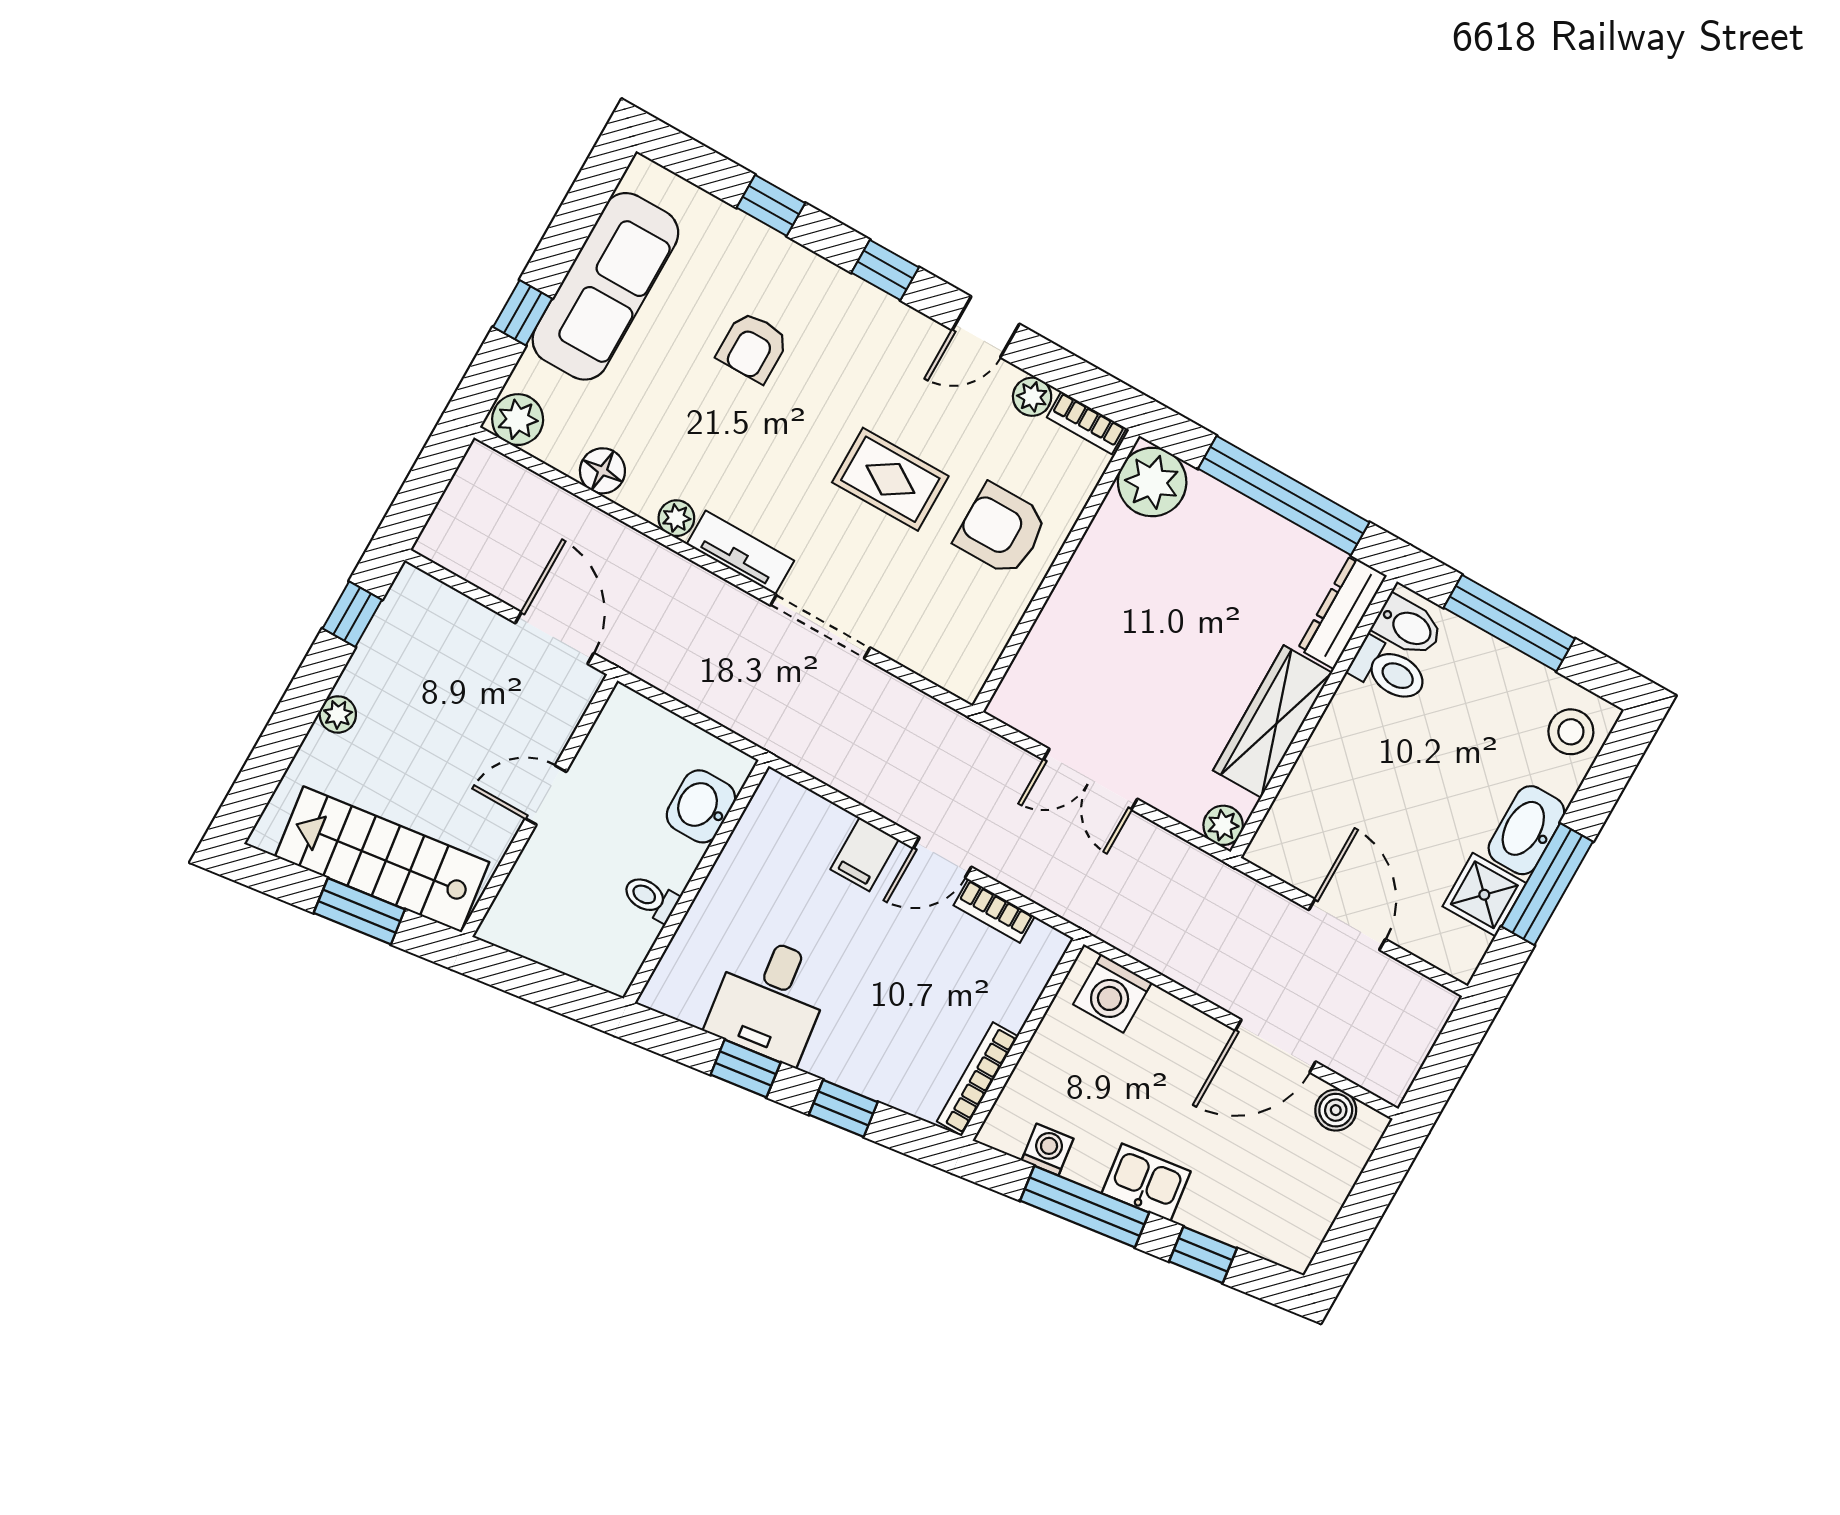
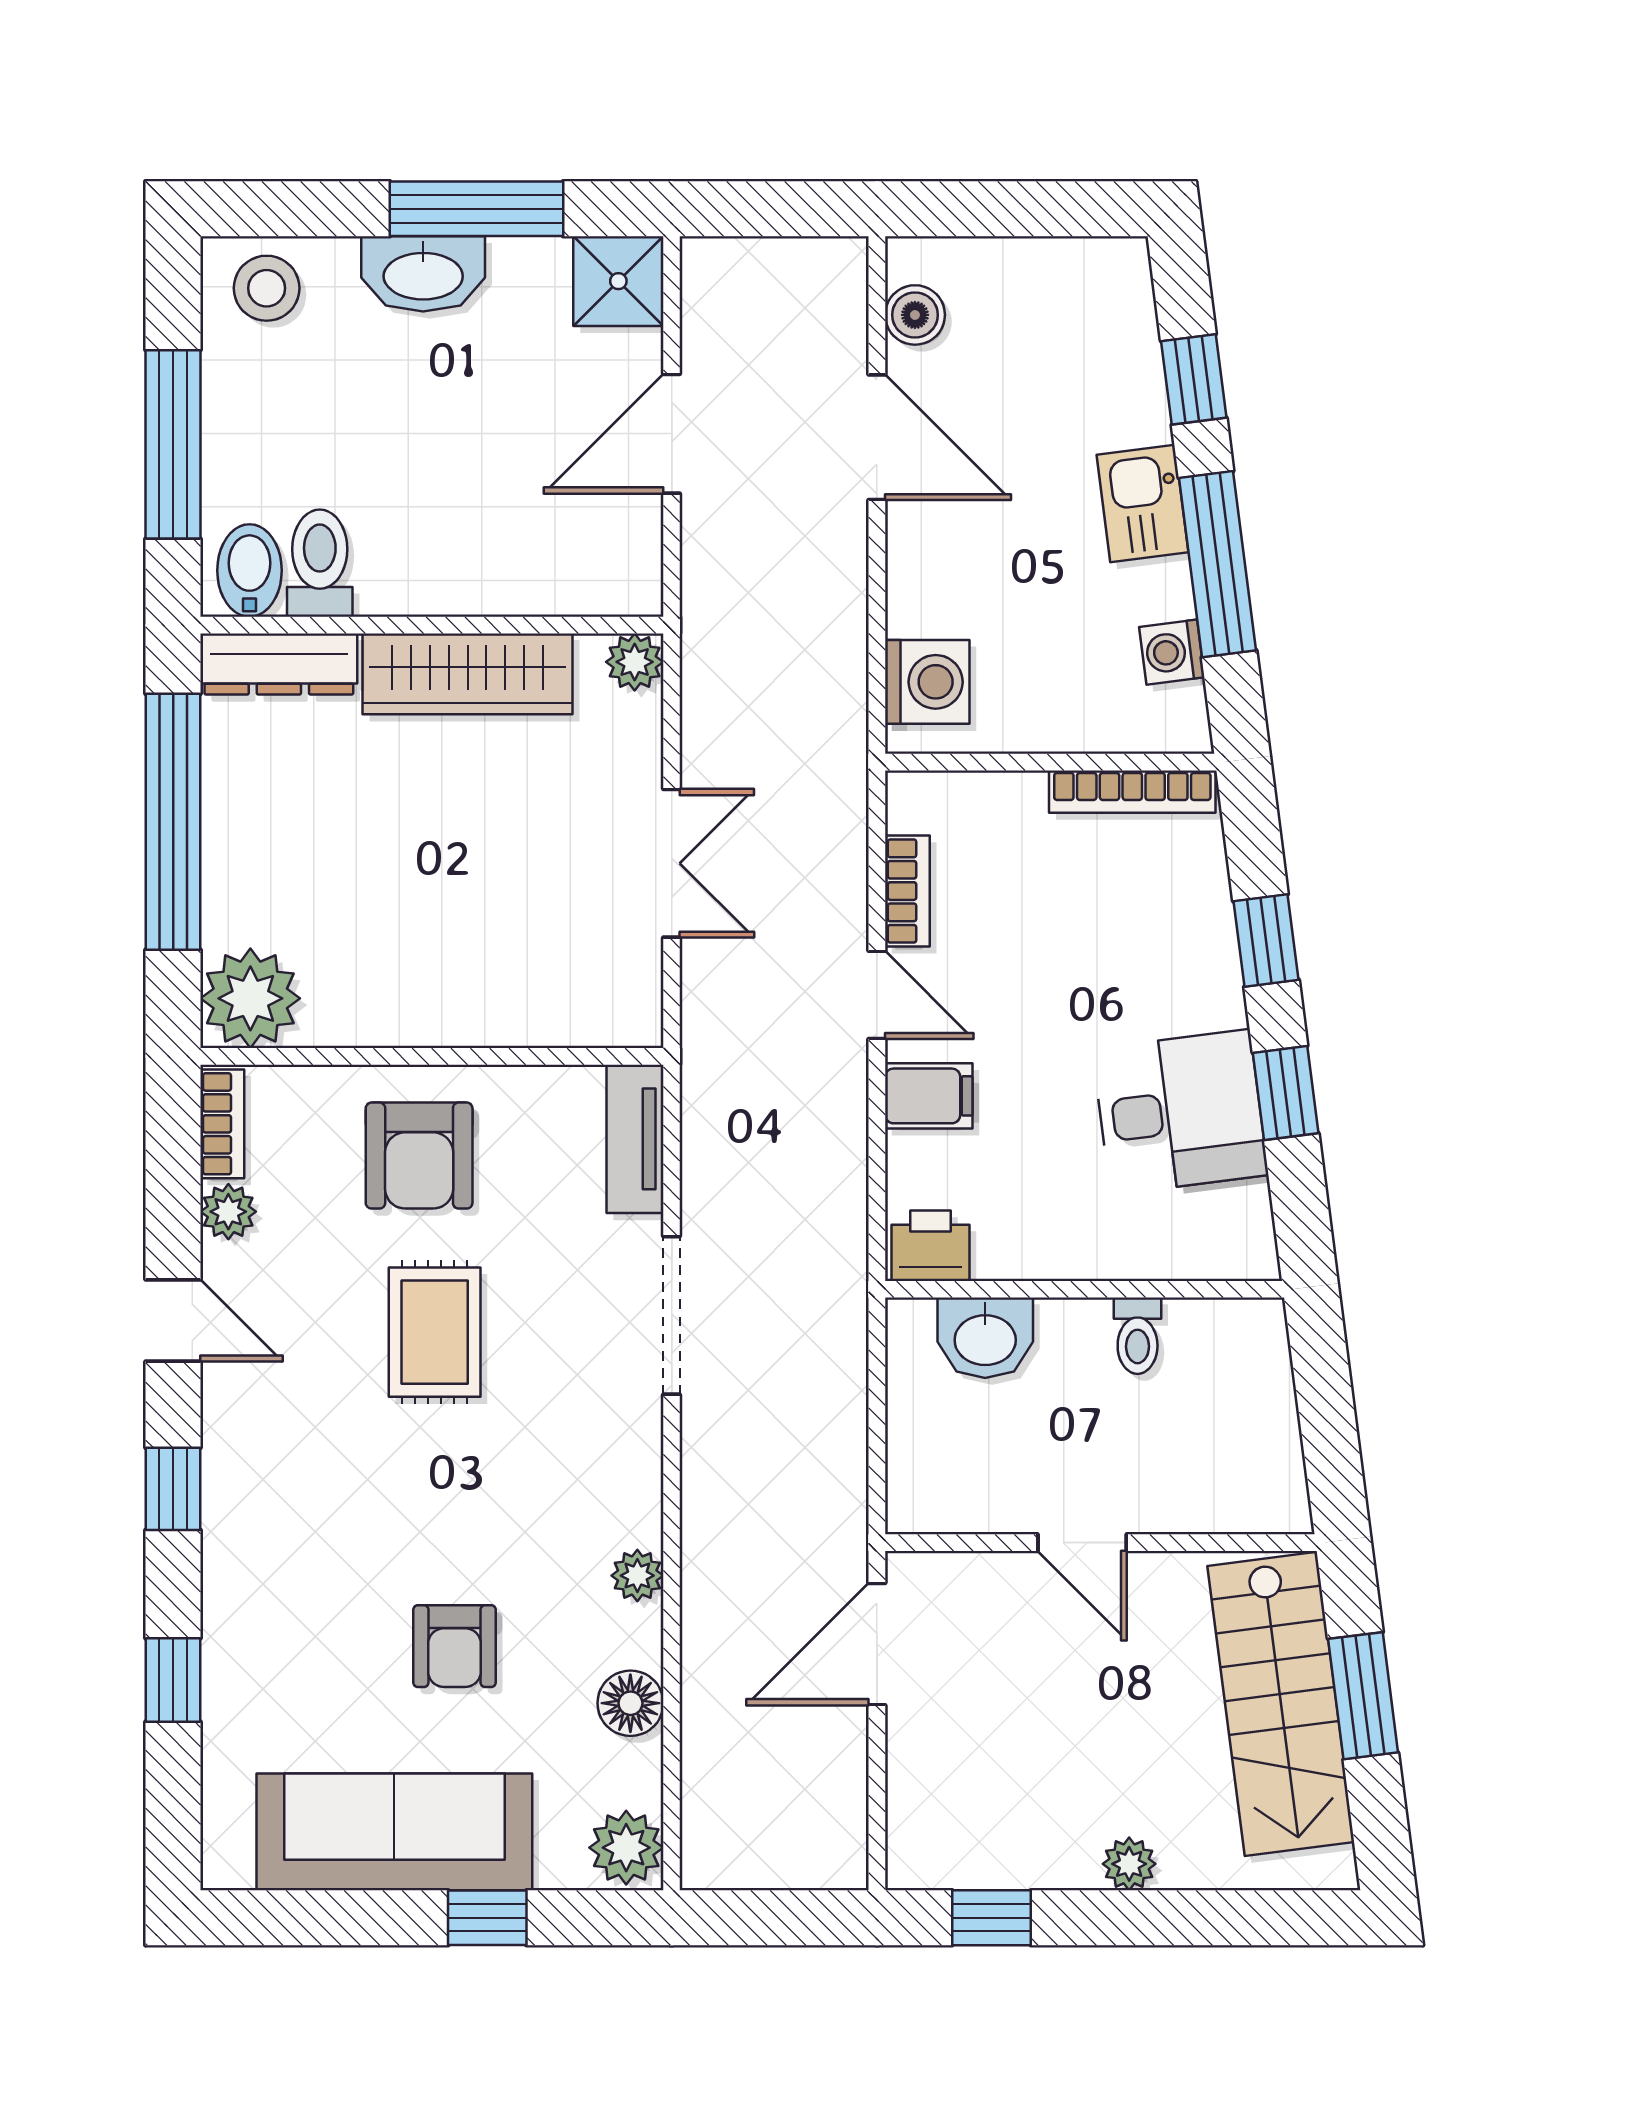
armchair: (753, 347) -> (454, 1646), moved, turned 90
tv unit: (740, 552) -> (635, 1139), moved
printer: (774, 805) -> (931, 1246), added
shower: (1484, 895) -> (618, 281), moved

